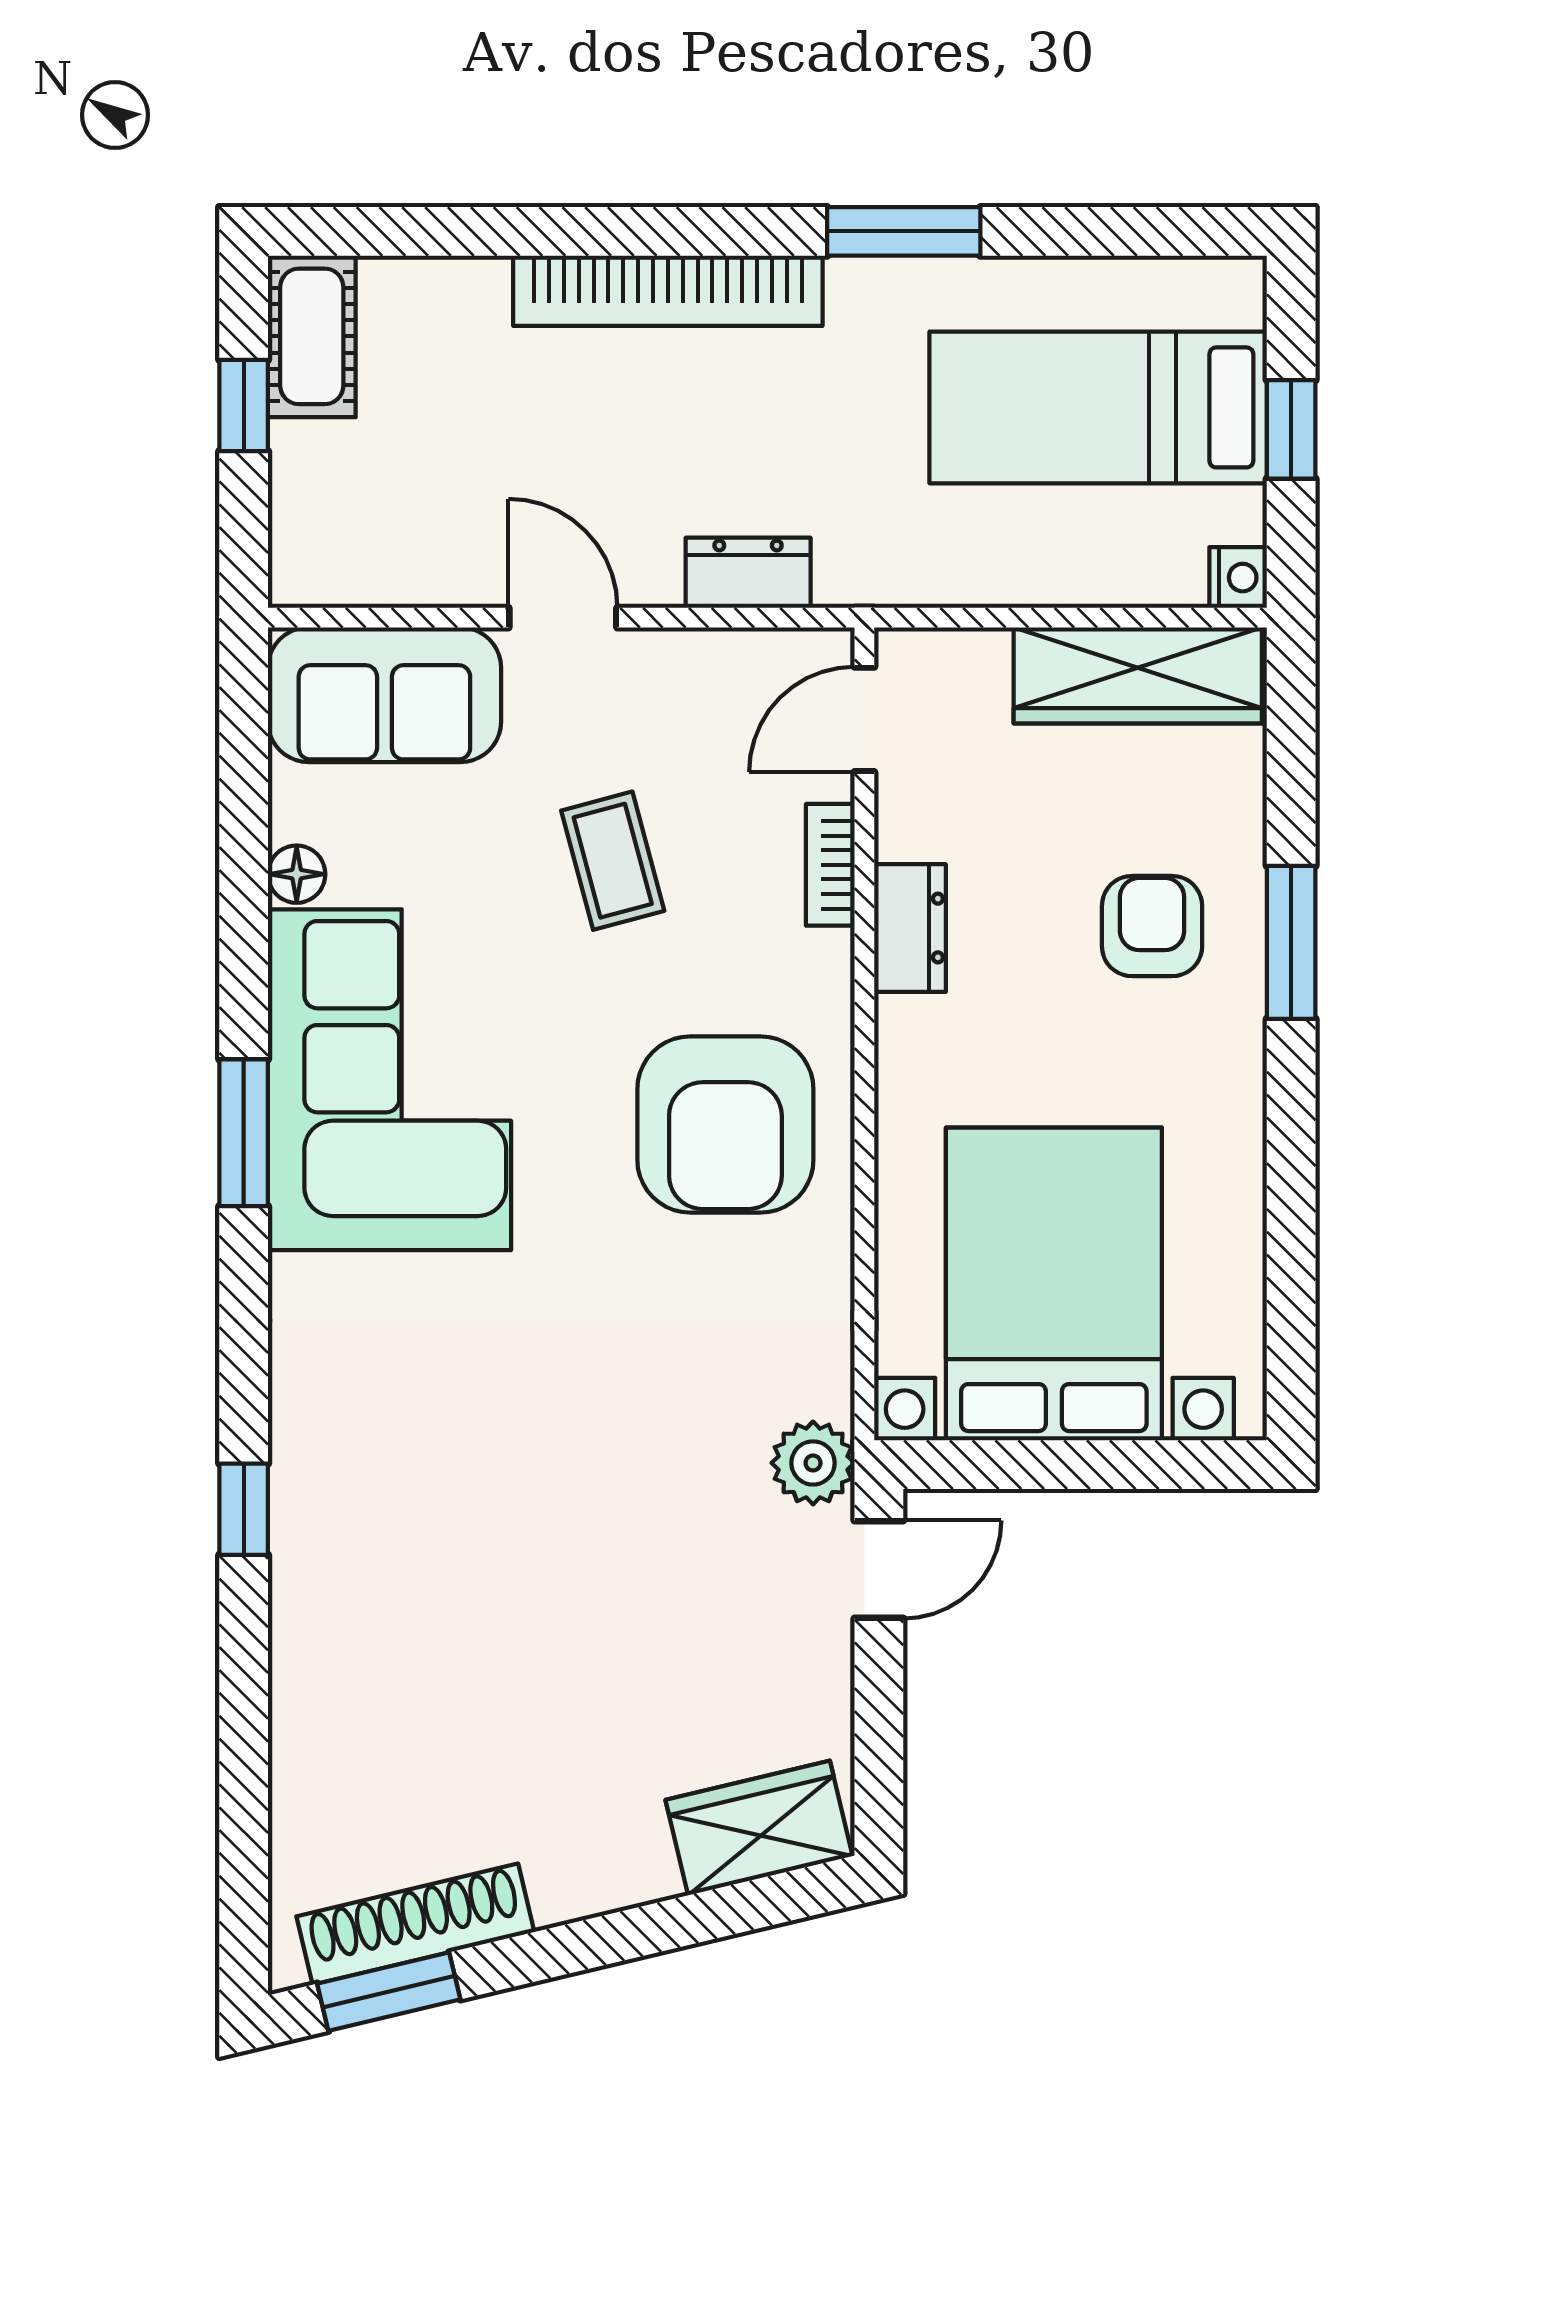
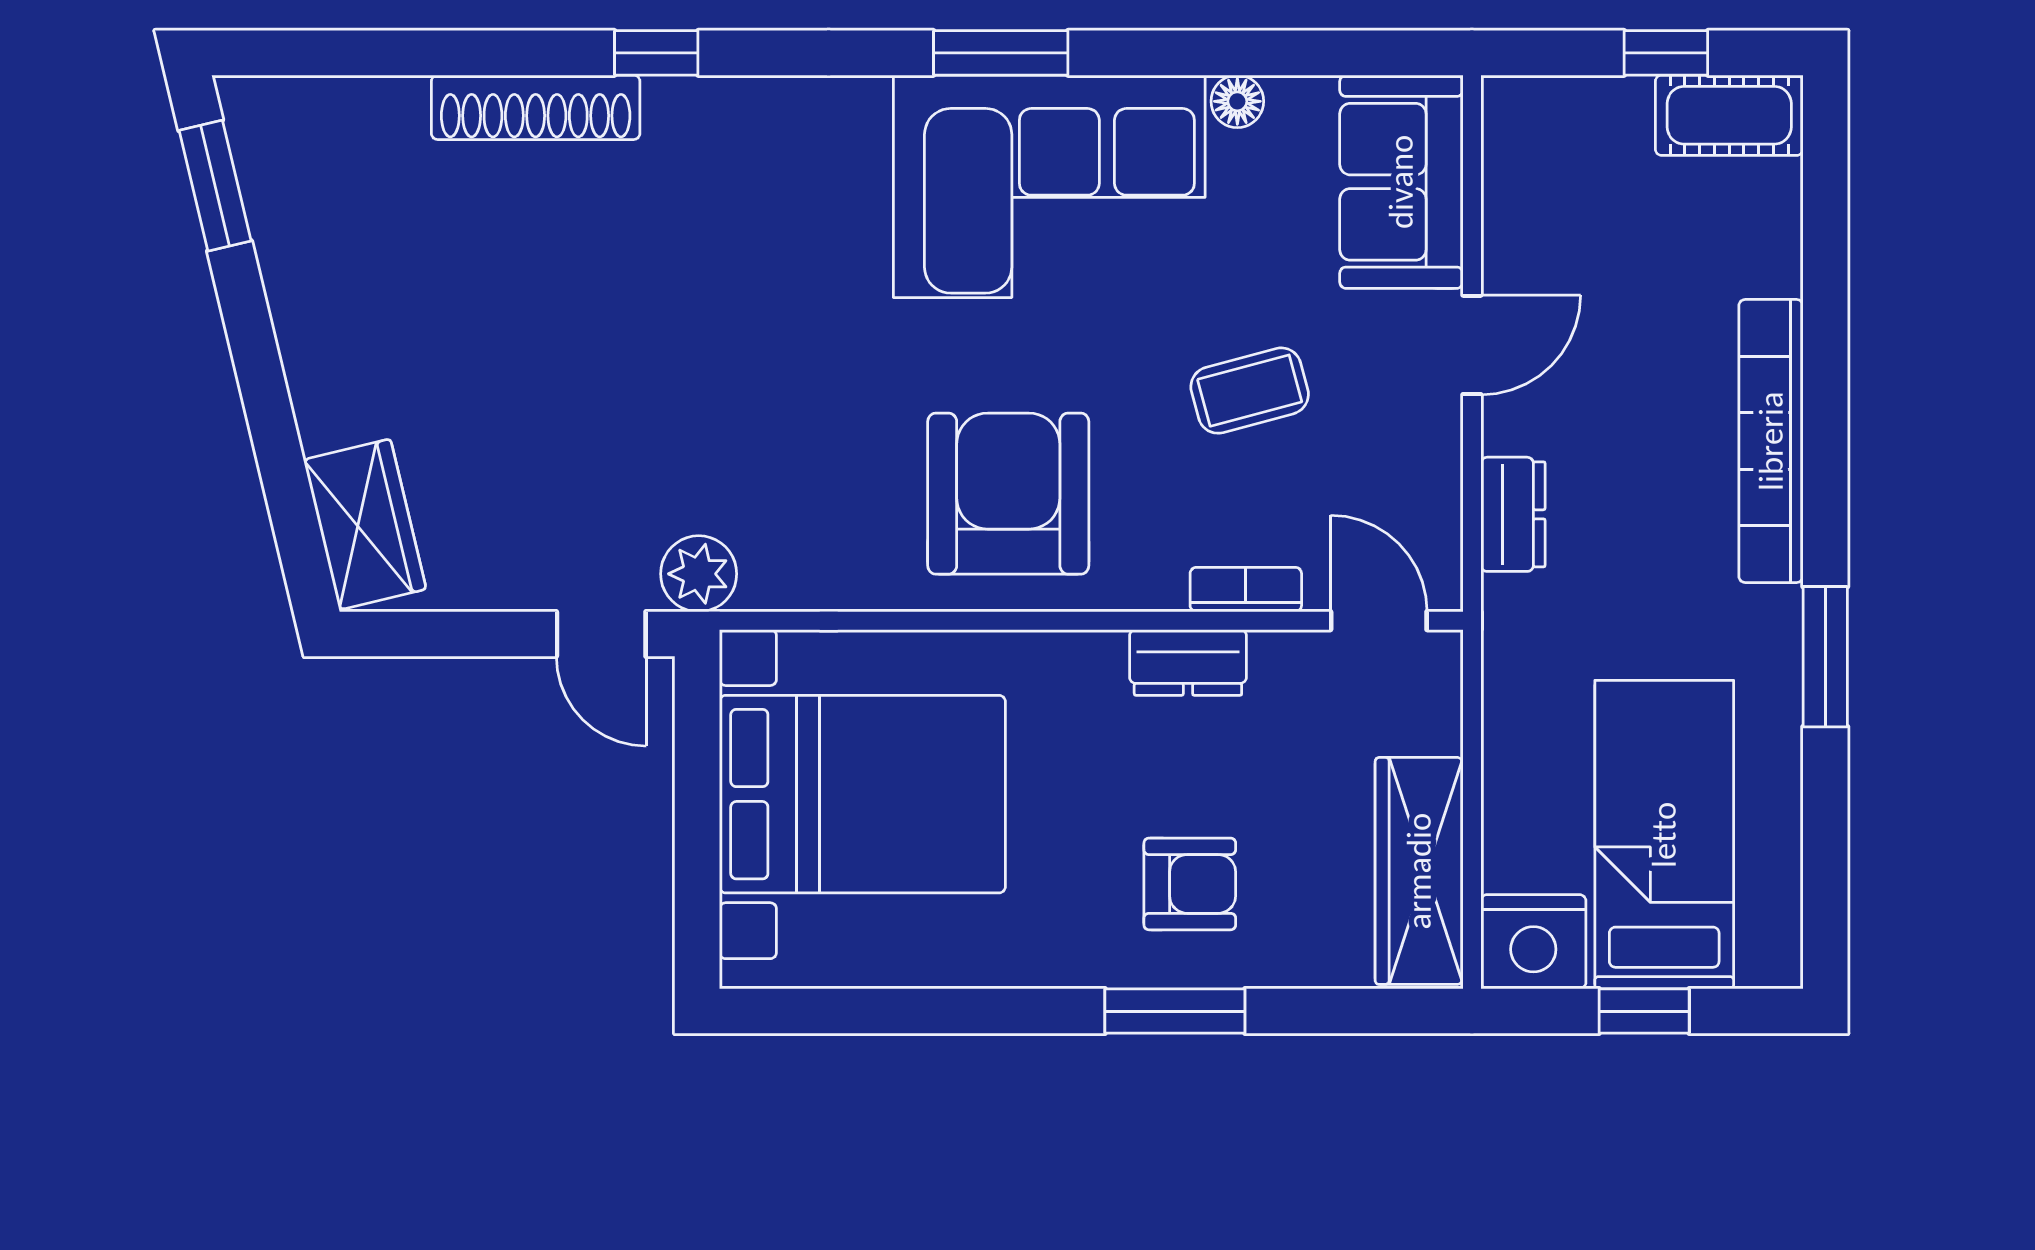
nightstand: (1238, 578) -> (1533, 942), width x1.89, depth x1.79
armchair: (725, 1124) -> (1008, 494), turned 90
shoe rack: (415, 1924) -> (536, 107), moved, turned 103

